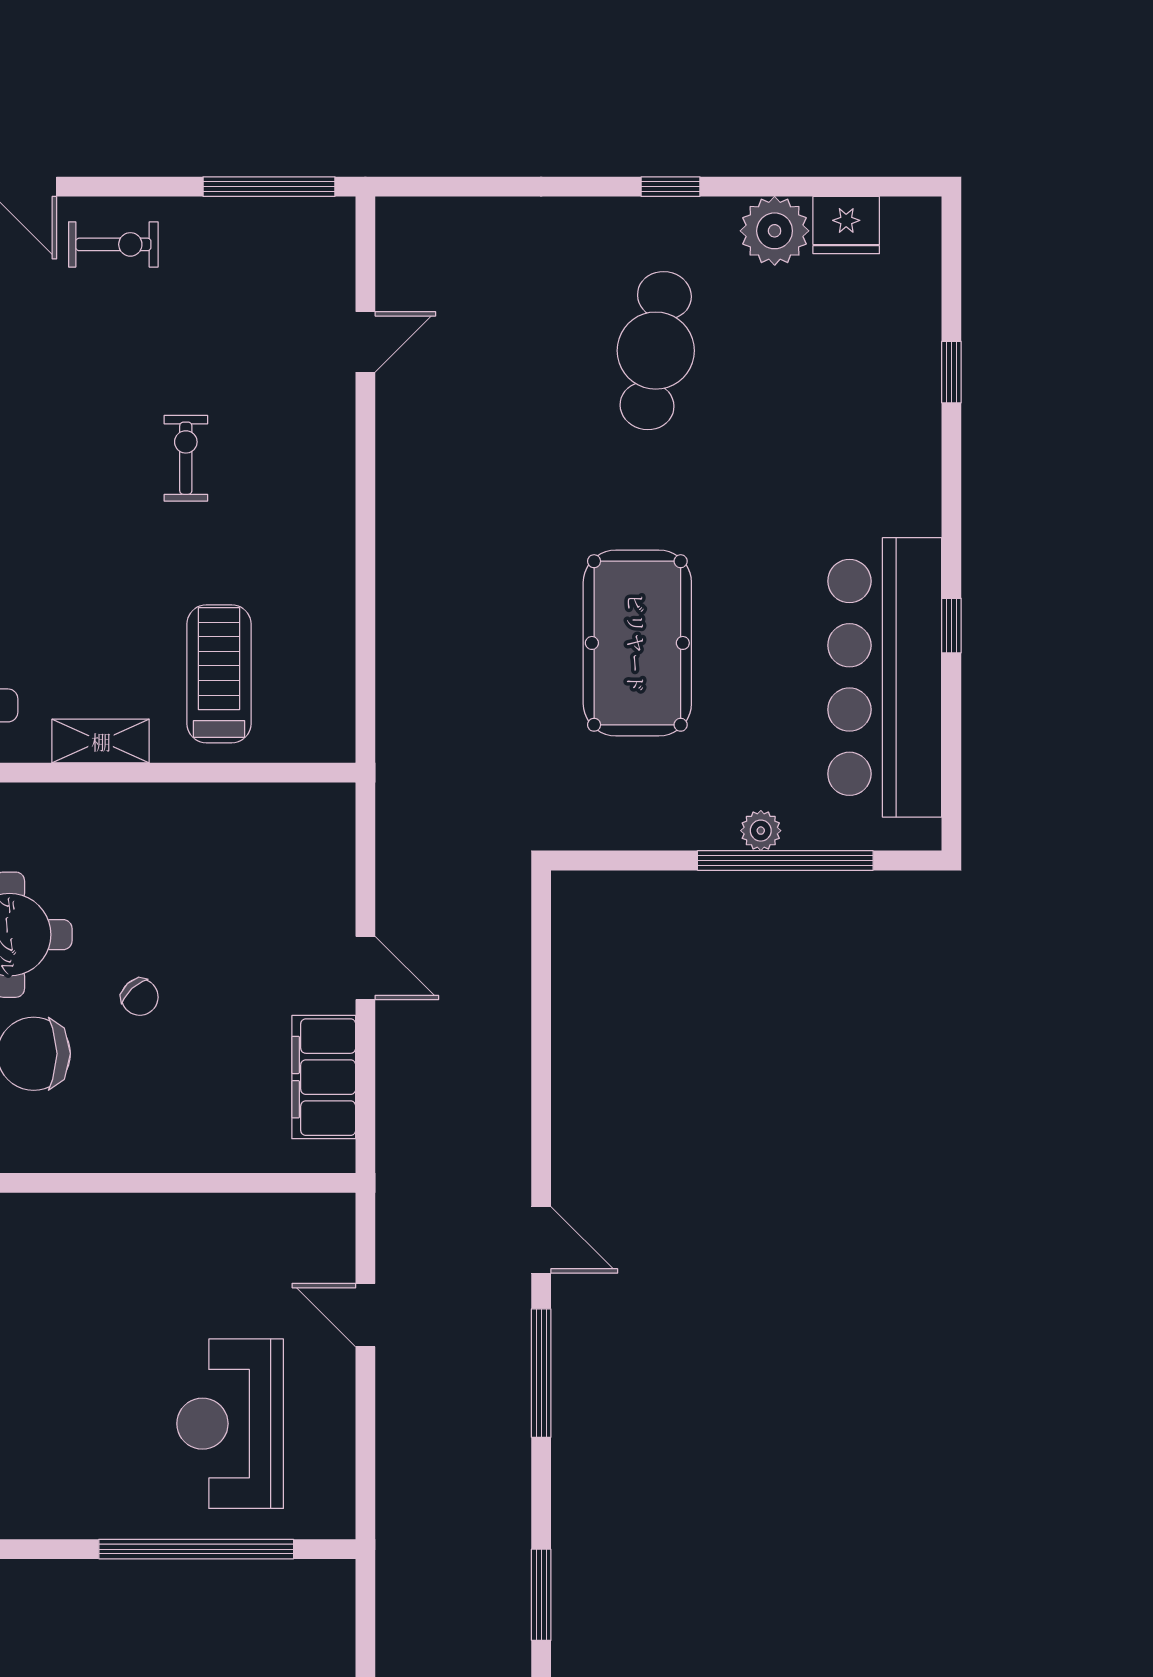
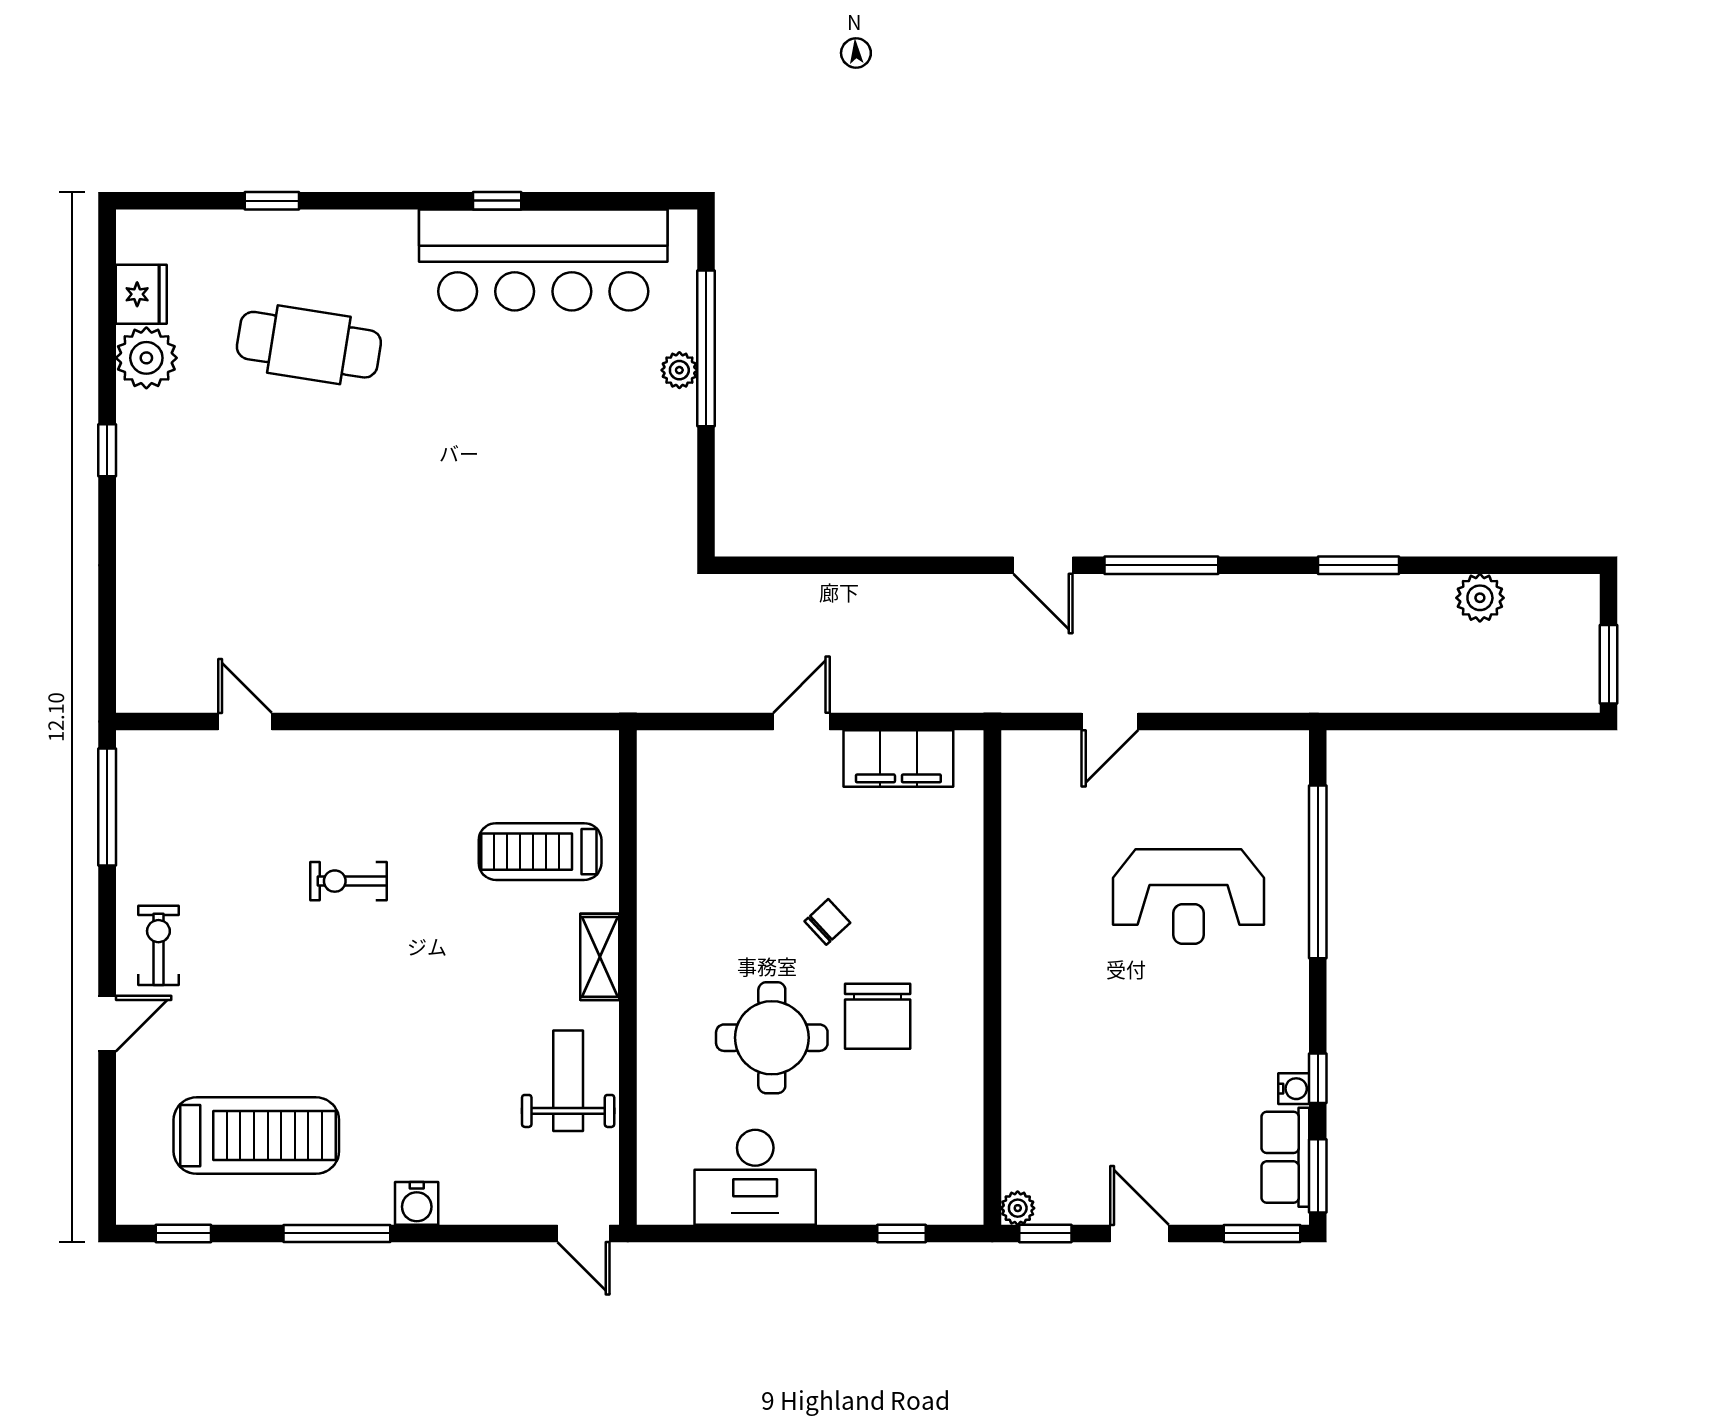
cafe table: (656, 351) -> (309, 345), moved
pool table: (637, 643) -> (513, 480), removed
door: (541, 1240) -> (1043, 565), swing flipped
reception desk: (230, 1424) -> (1188, 897), moved

